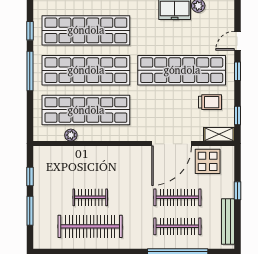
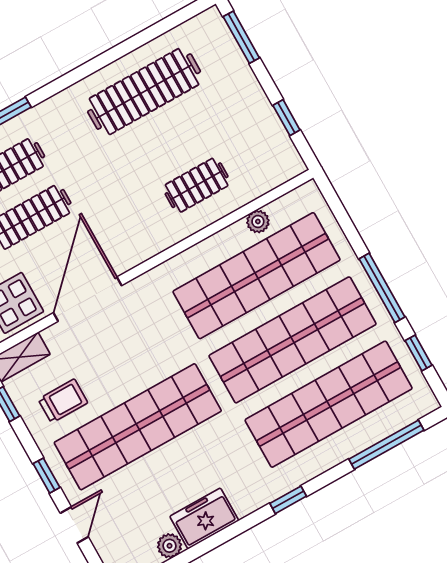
trolley: (210, 102) -> (63, 401), turned 180
clothes rail: (90, 197) -> (197, 185), moved
window: (30, 211) -> (241, 37), moved

